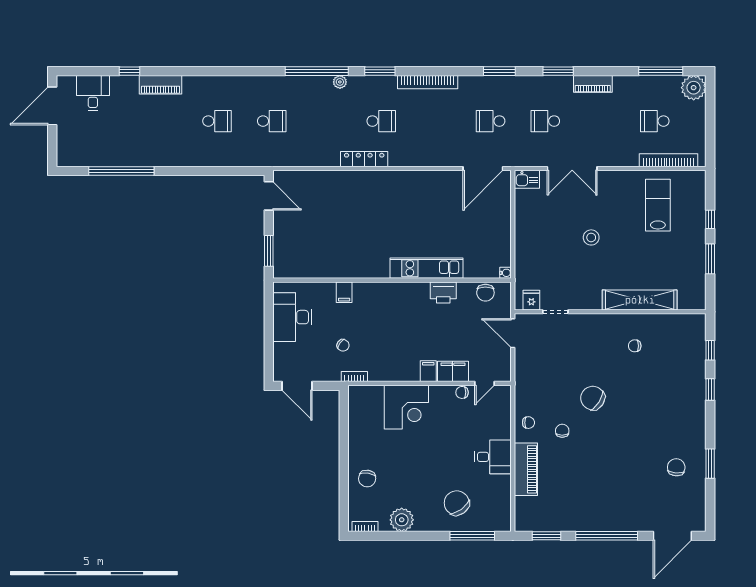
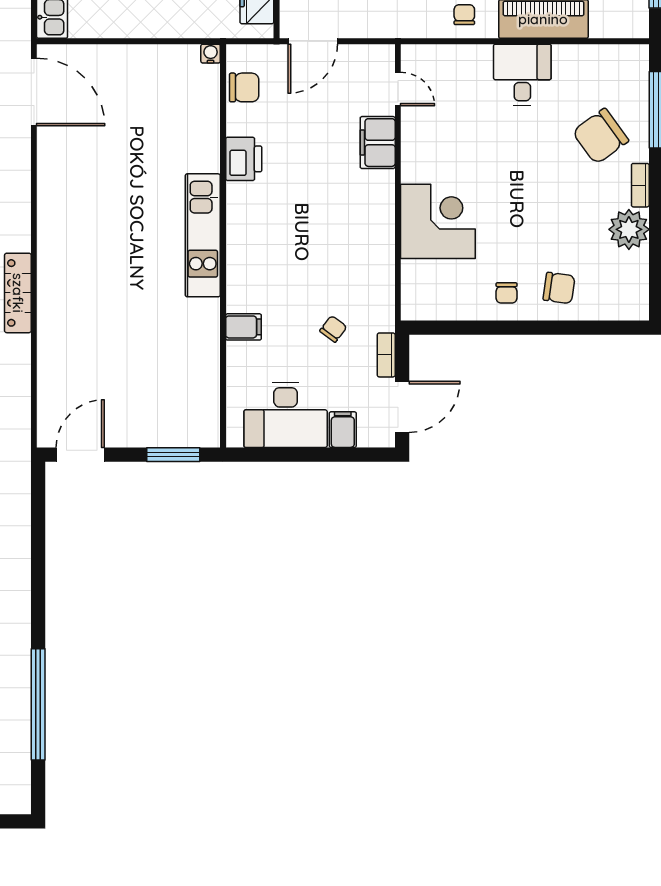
kitchen unit: (427, 268) -> (203, 235), moved
filing cabinet: (428, 371) -> (343, 430), moved, turned 90
bookcase: (354, 377) -> (386, 355), moved
chair: (462, 392) -> (507, 293), moved
bookcase: (365, 526) -> (640, 185), moved

